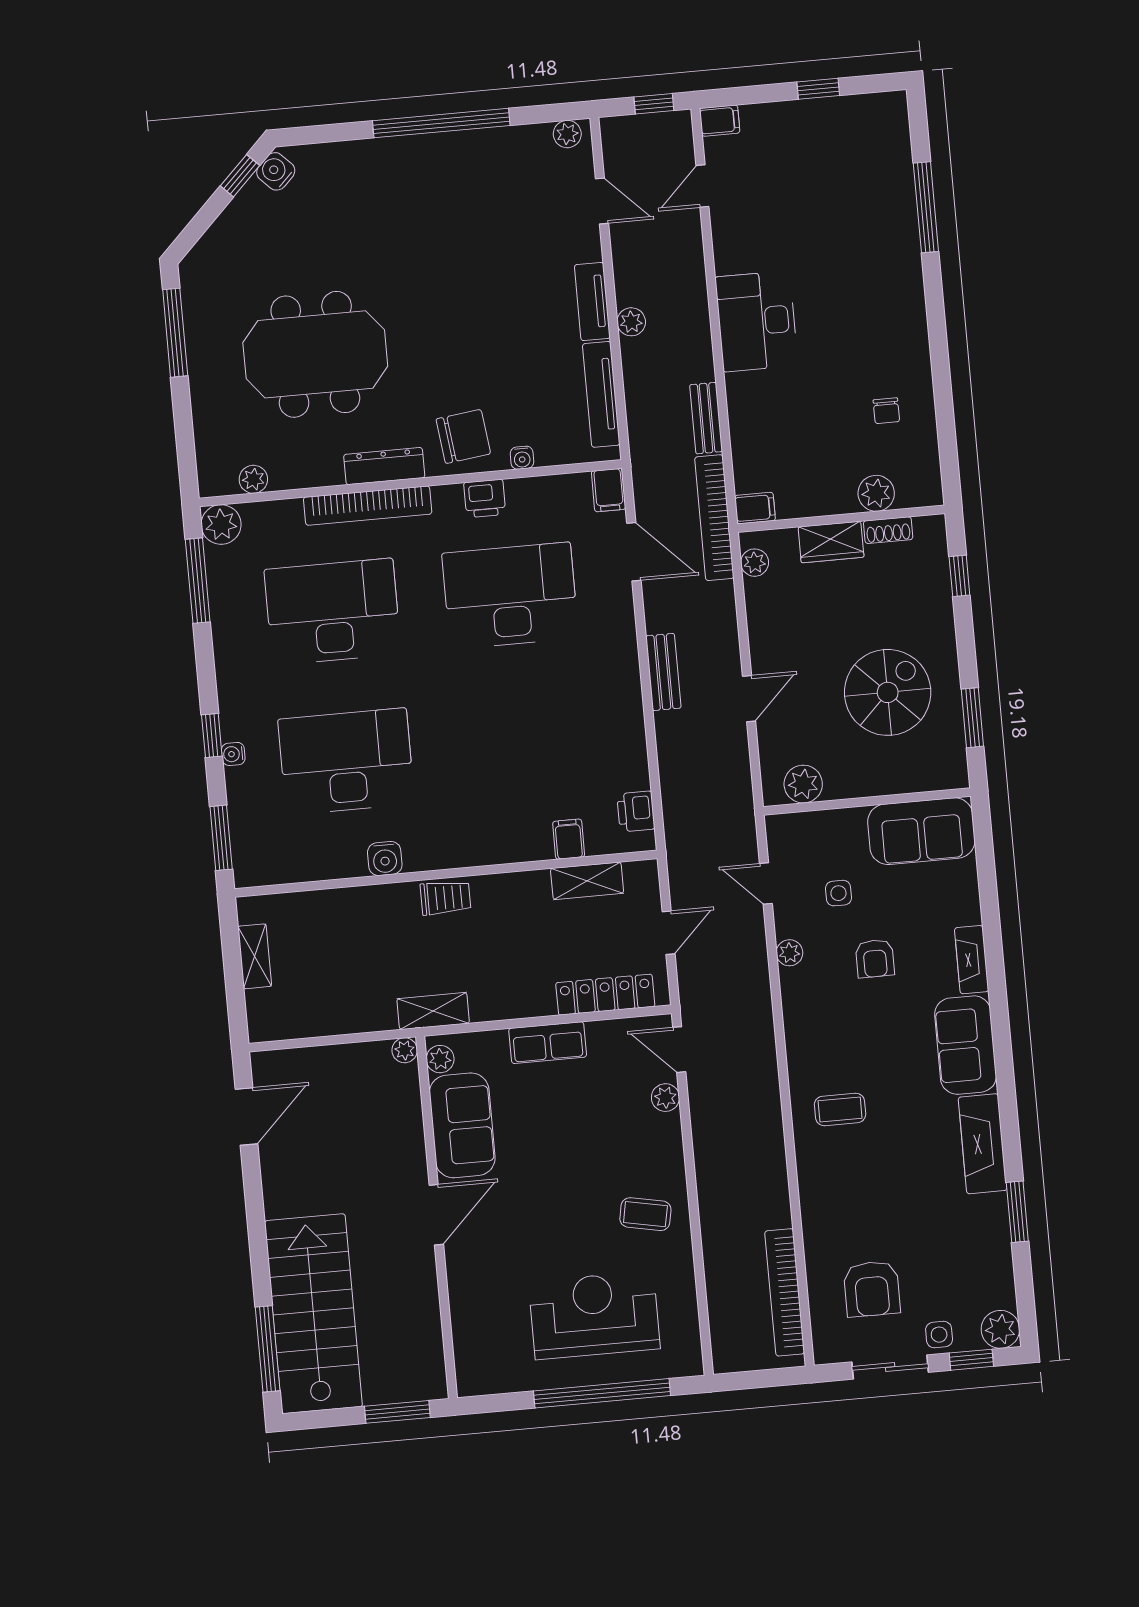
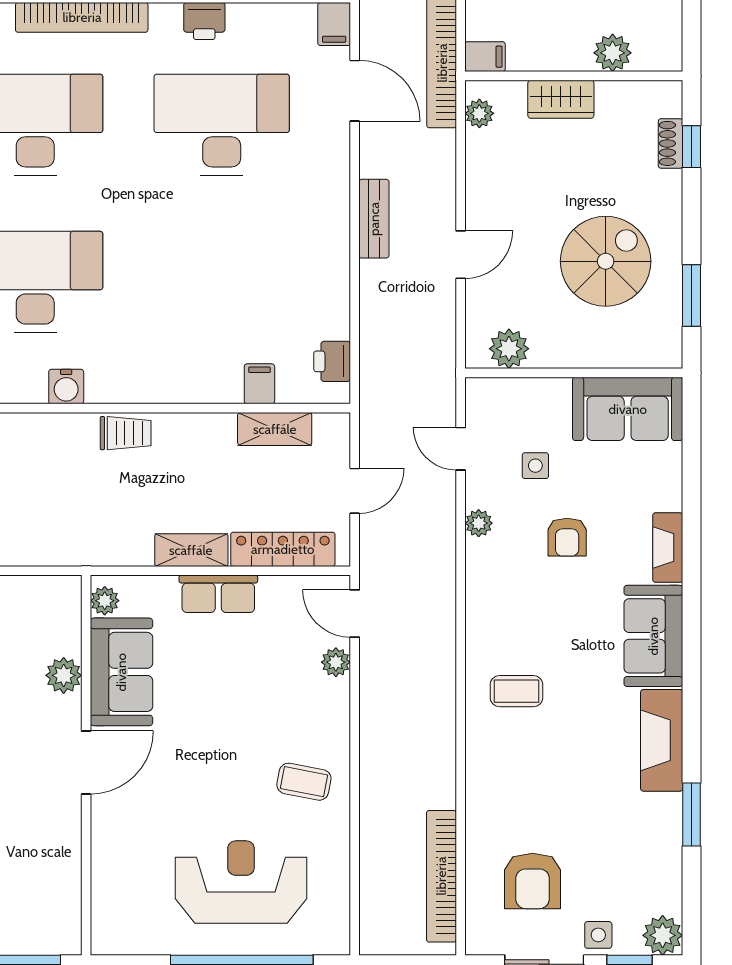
shoe rack: (888, 530) -> (671, 143), moved, turned 90
shelving: (433, 1011) -> (191, 550), moved
plant: (405, 1050) -> (64, 675), moved, width x1.38, depth x1.38

